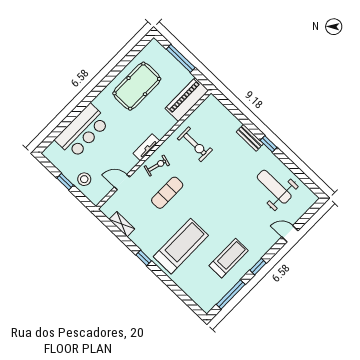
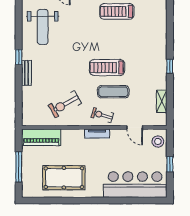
bar counter: (82, 131) -> (135, 185), width x1.36
exercise bike: (195, 144) -> (65, 104), turned -119
stool: (84, 179) -> (158, 141), moved
treadmill: (181, 246) -> (107, 68), moved, width x0.73, depth x0.73

